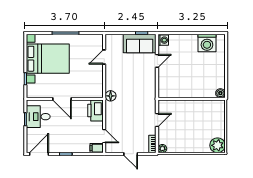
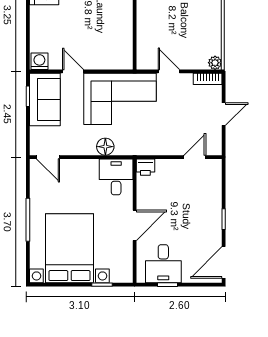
door: (104, 57) -> (48, 157), moved
desk: (92, 87) -> (116, 177), added
corner sofa: (140, 90) -> (120, 99), added
floor lamp: (111, 96) -> (105, 147), moved
printer: (95, 111) -> (145, 167), width x0.53, depth x0.68
filing cabinet: (97, 148) -> (214, 169), removed
door: (39, 154) -> (224, 262), hinge flipped

